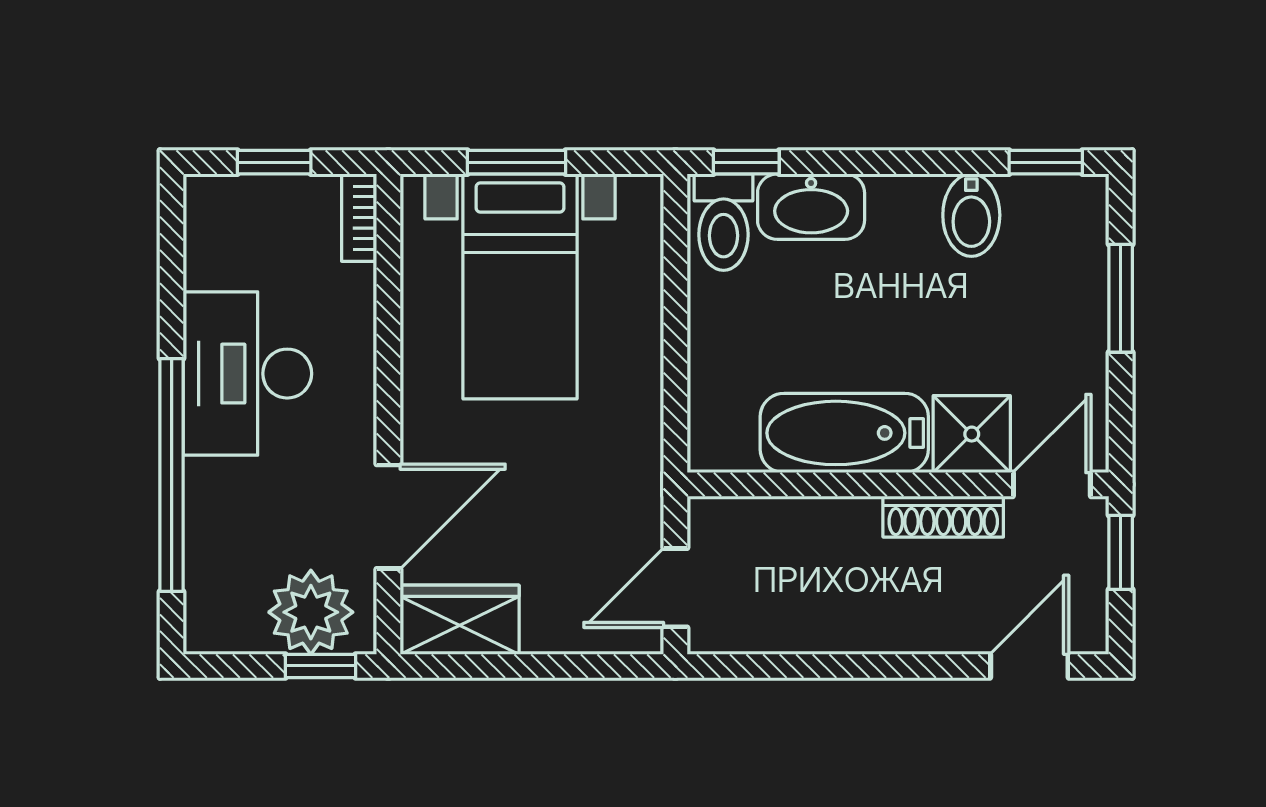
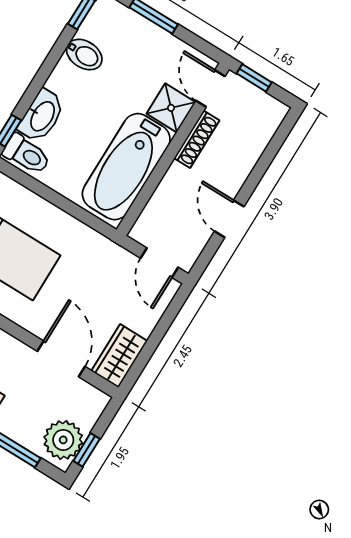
bathtub: (844, 433) -> (126, 167), width x1.36, depth x1.36
plant: (311, 612) -> (63, 440), moved
window: (321, 666) -> (87, 450), moved
door: (1029, 666) -> (229, 219), moved

